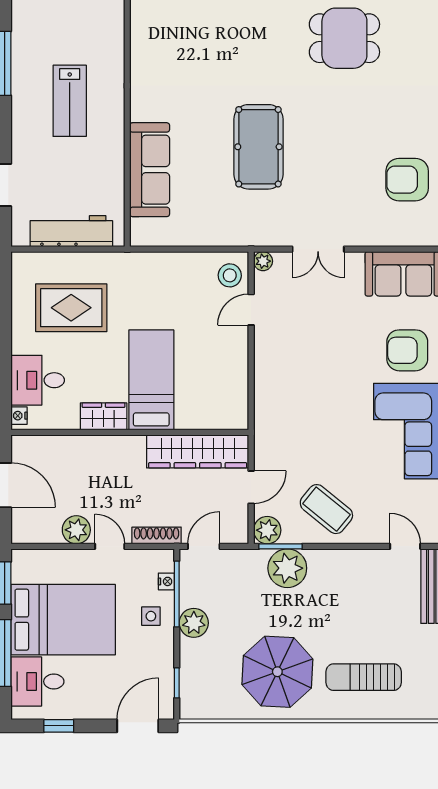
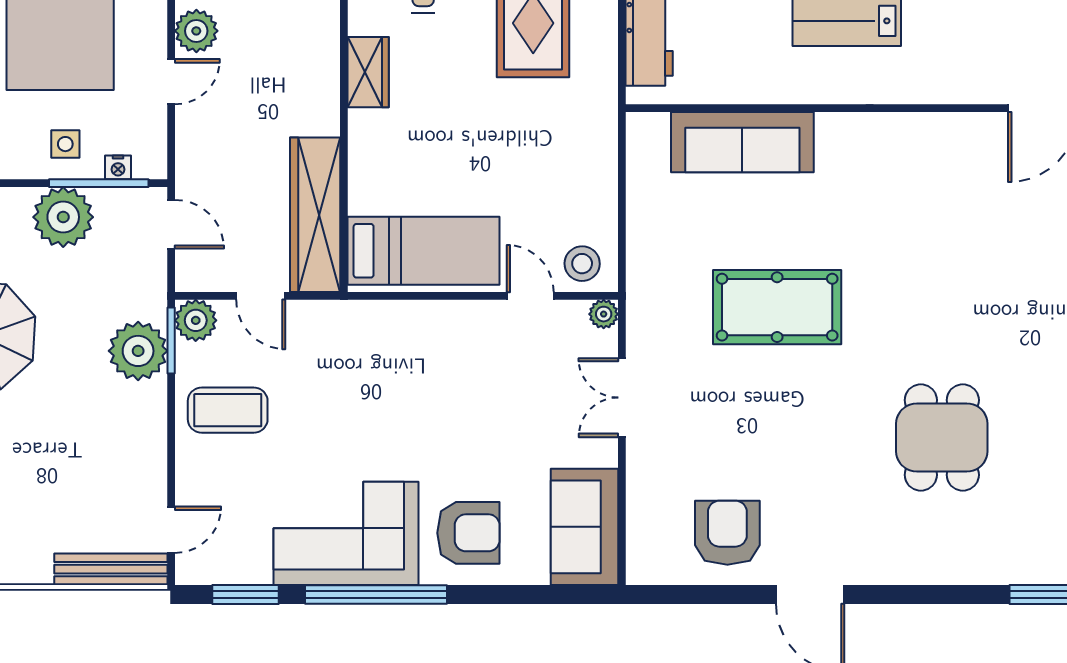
armchair: (407, 350) -> (468, 533), turned 90
bed: (151, 380) -> (423, 251), moved
coffee table: (326, 509) -> (228, 410), turned 51
shoe rack: (157, 535) -> (188, 153), removed
plant: (194, 623) -> (63, 217), width x1.36, depth x1.36

